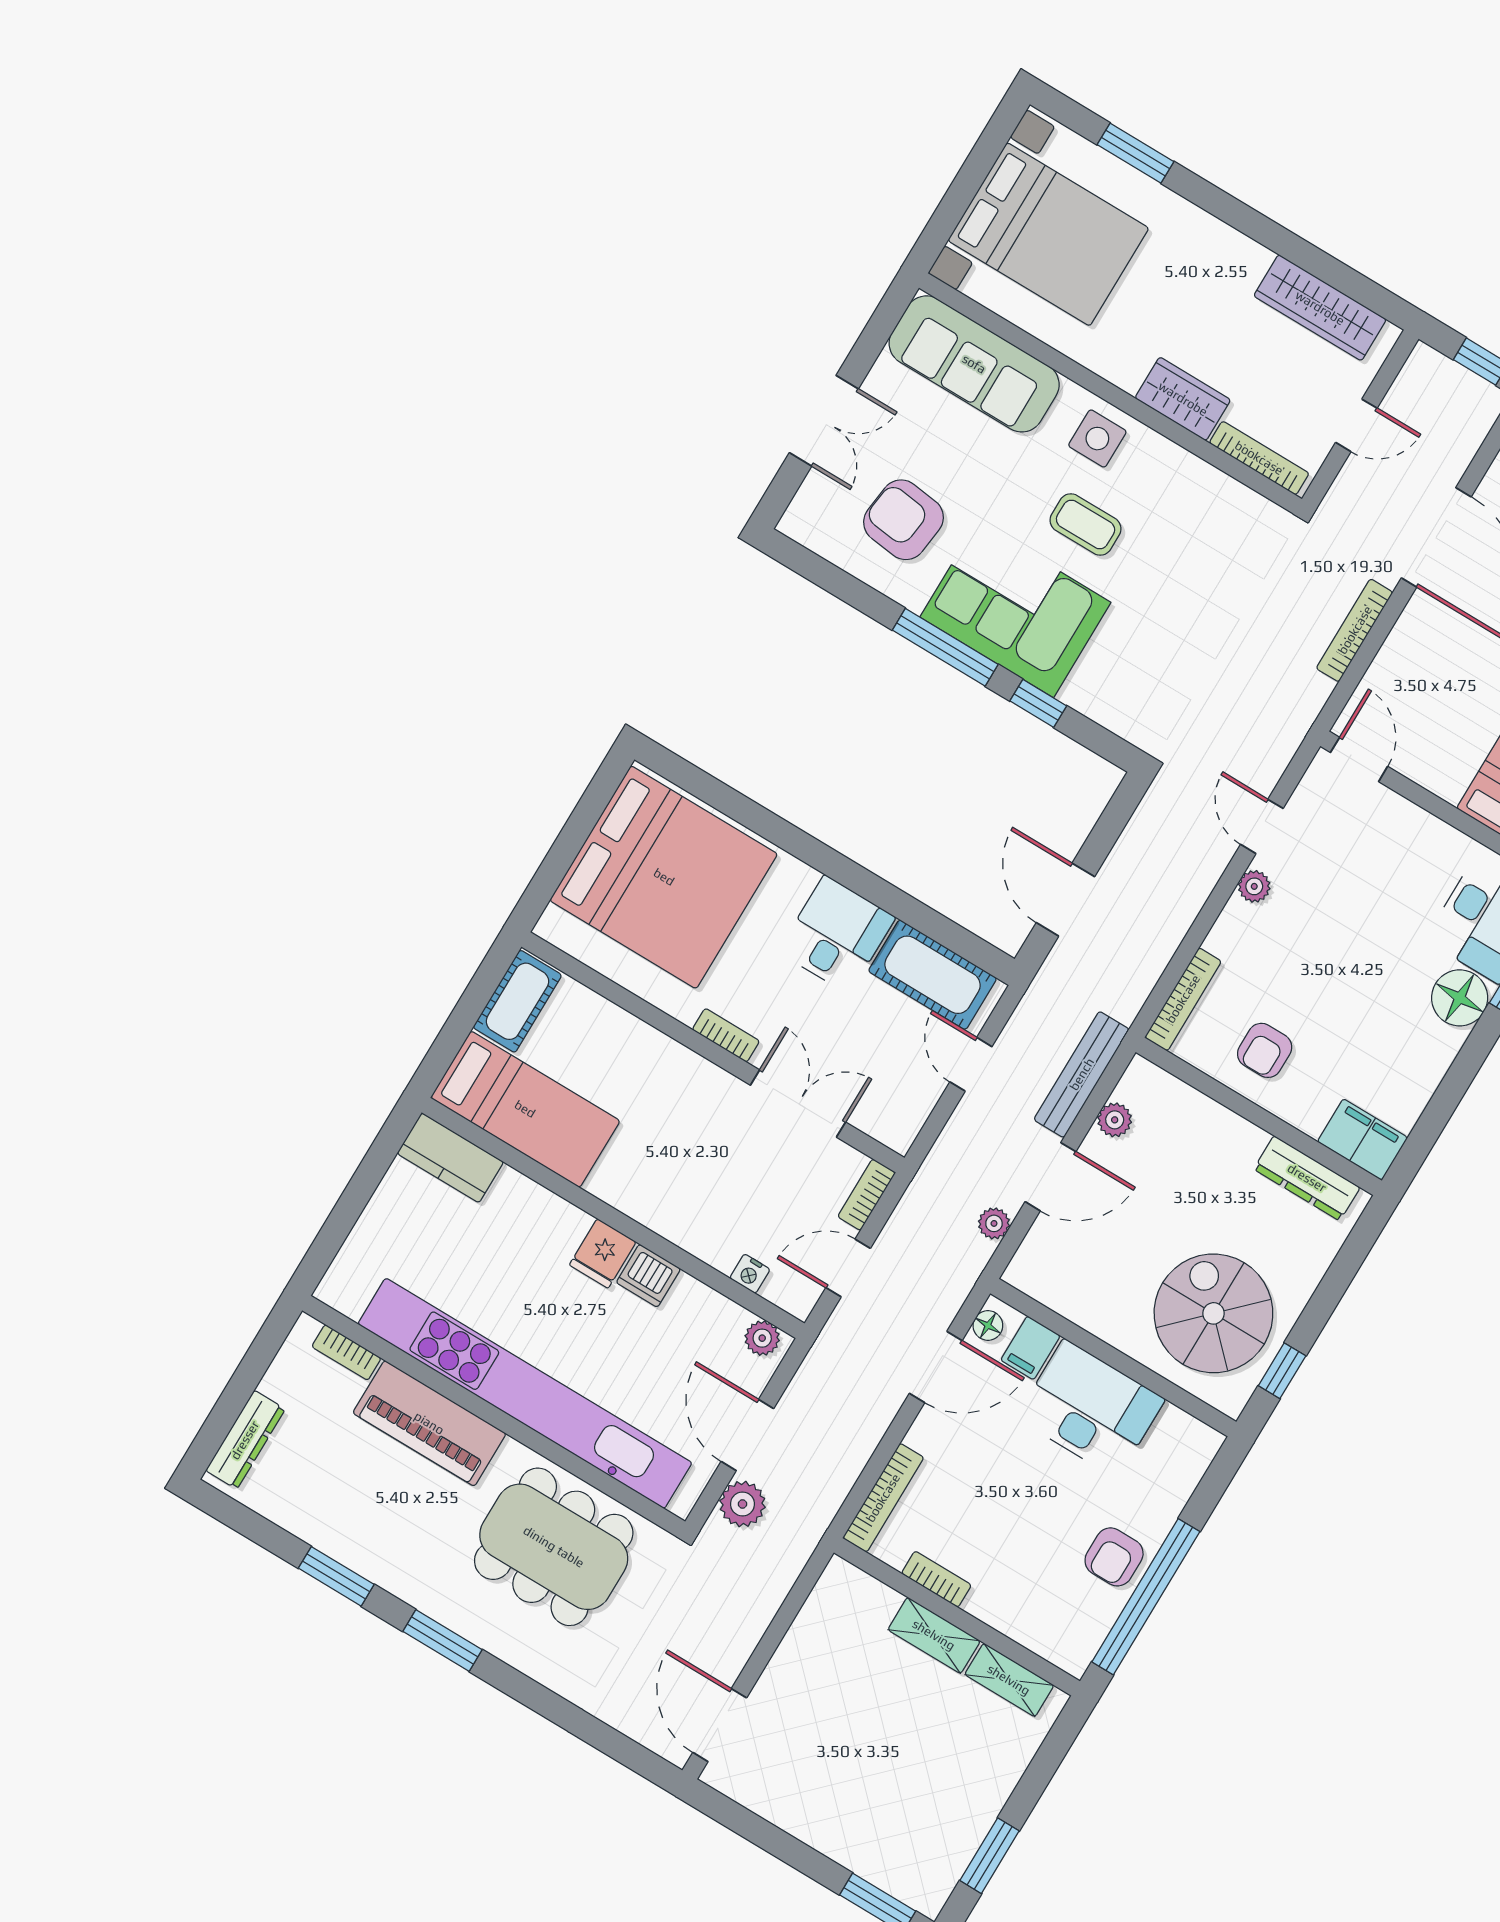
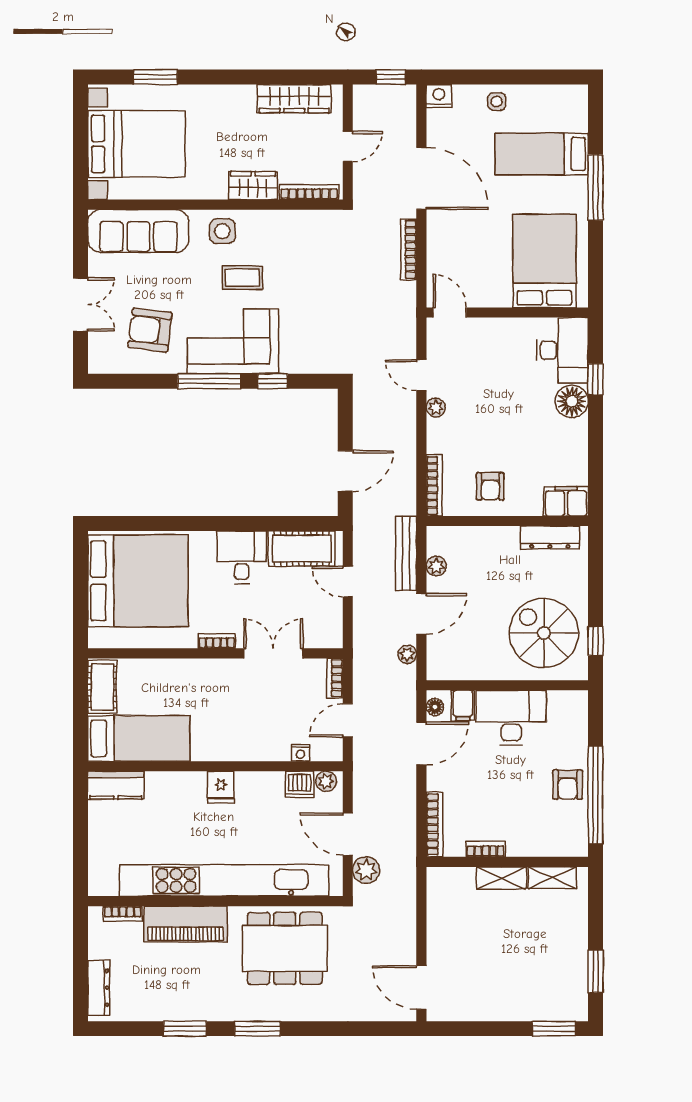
door: (1065, 900) -> (345, 471), swing flipped
dishwasher: (648, 1276) -> (300, 784), moved

